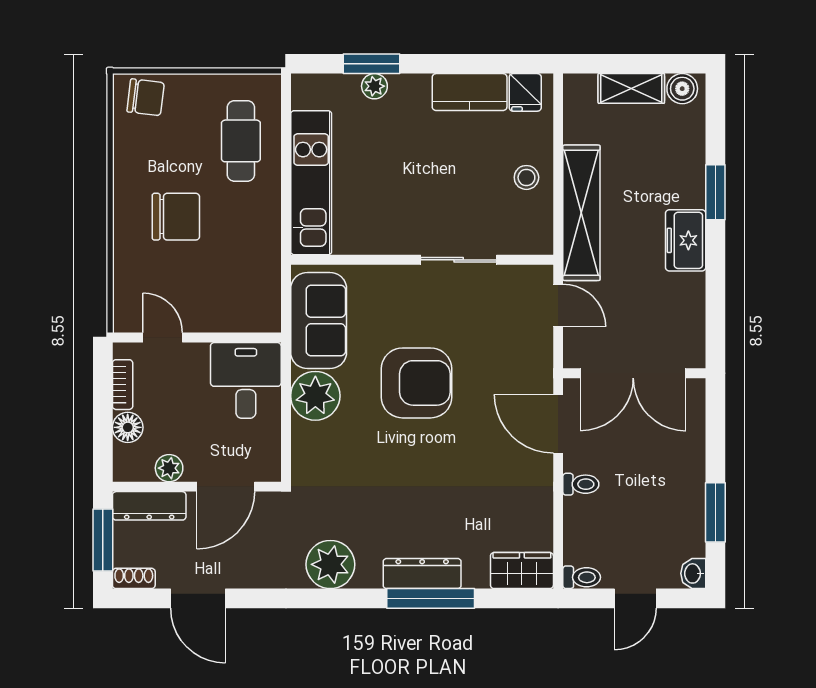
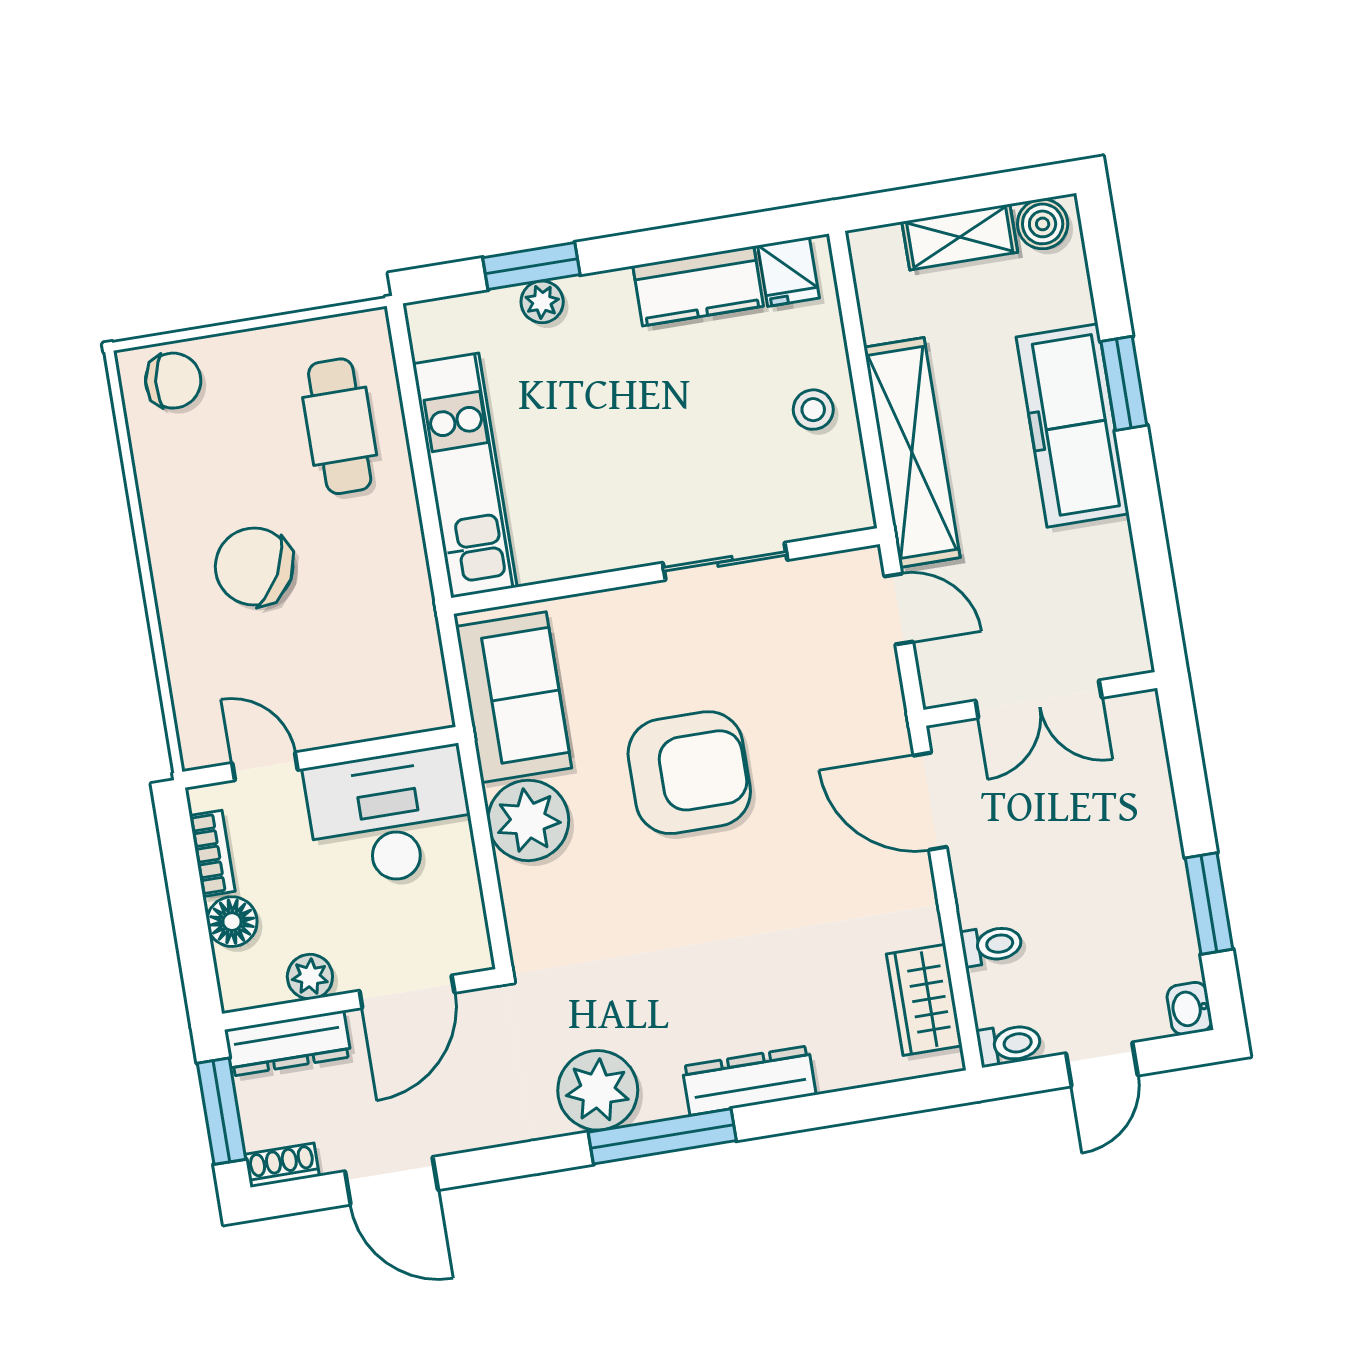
chair: (176, 217) -> (254, 567), turned -152
freezer: (686, 240) -> (1073, 425), width x1.91, depth x1.26
double door: (633, 373) -> (1039, 699), width x0.73
desk: (246, 380) -> (390, 817), width x1.37
toilet: (581, 484) -> (992, 945), moved
wardrobe: (522, 571) -> (924, 1000), moved, turned -90
window: (431, 598) -> (662, 1136), moved

